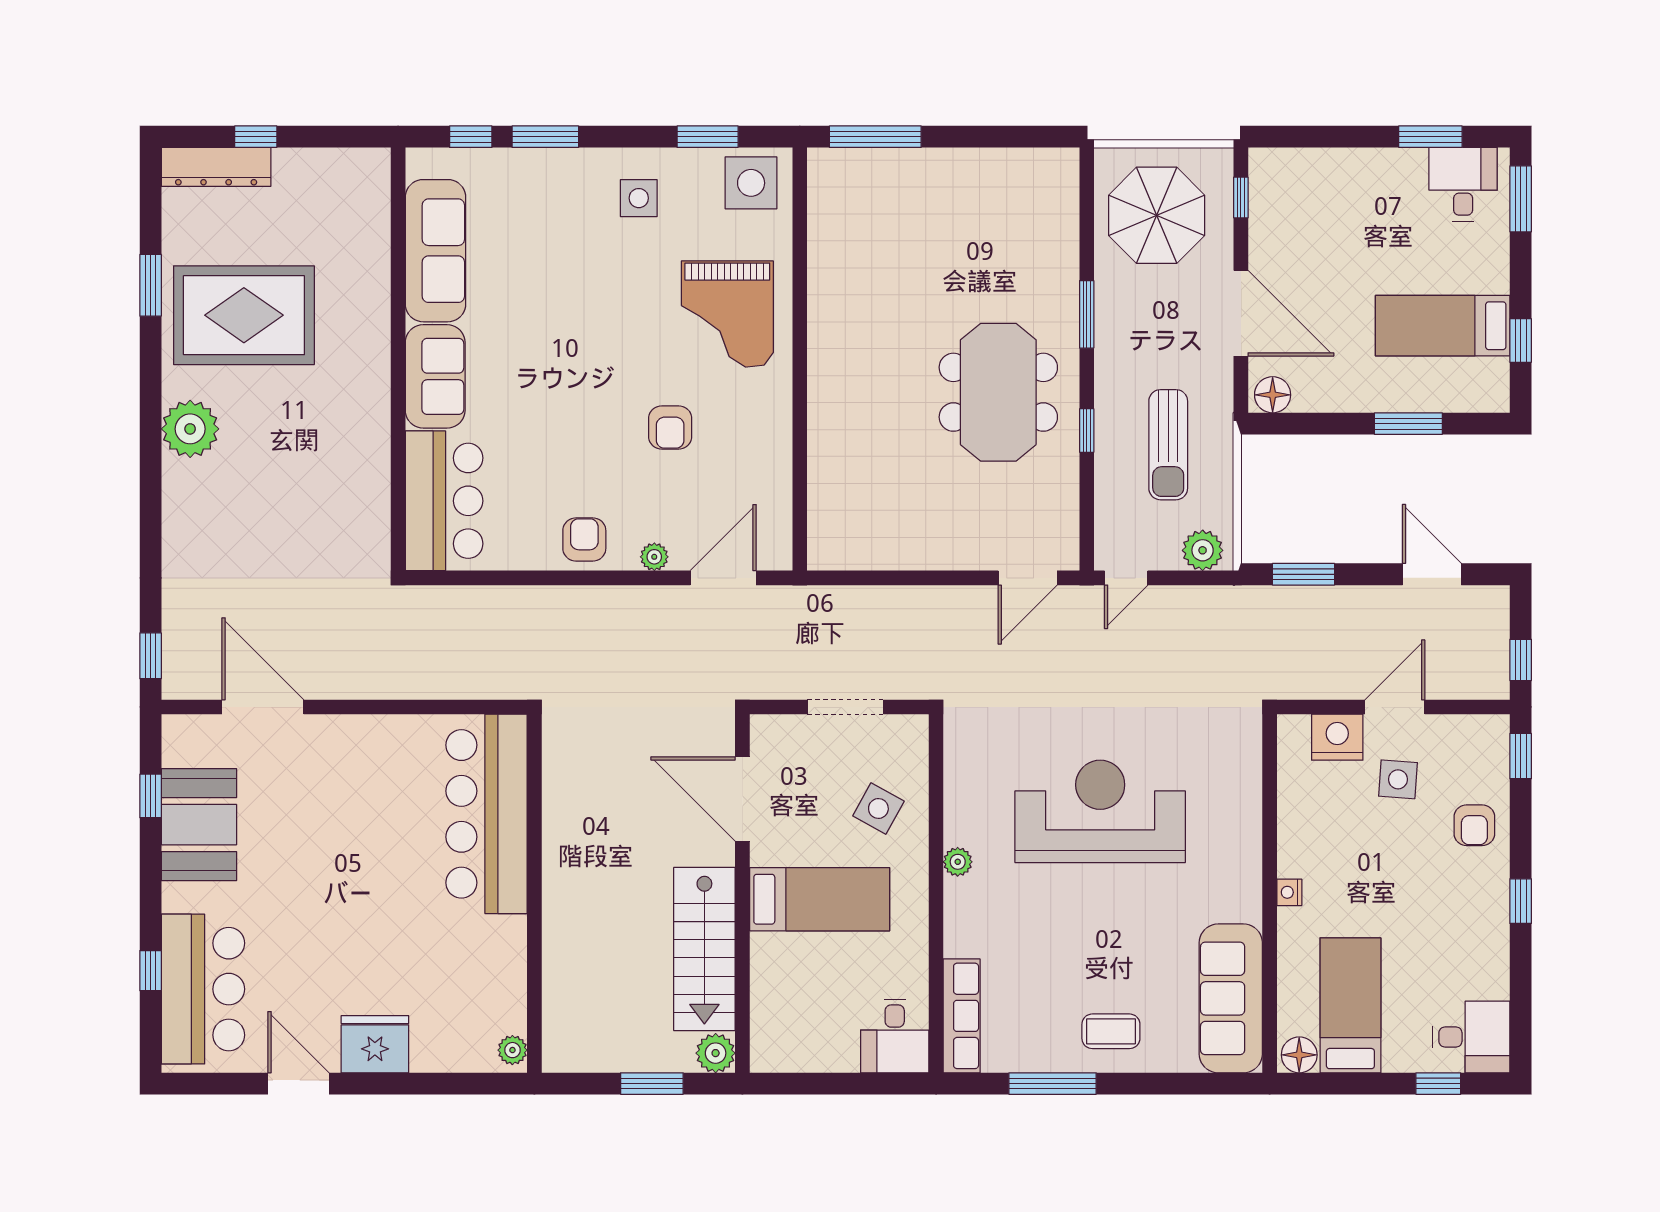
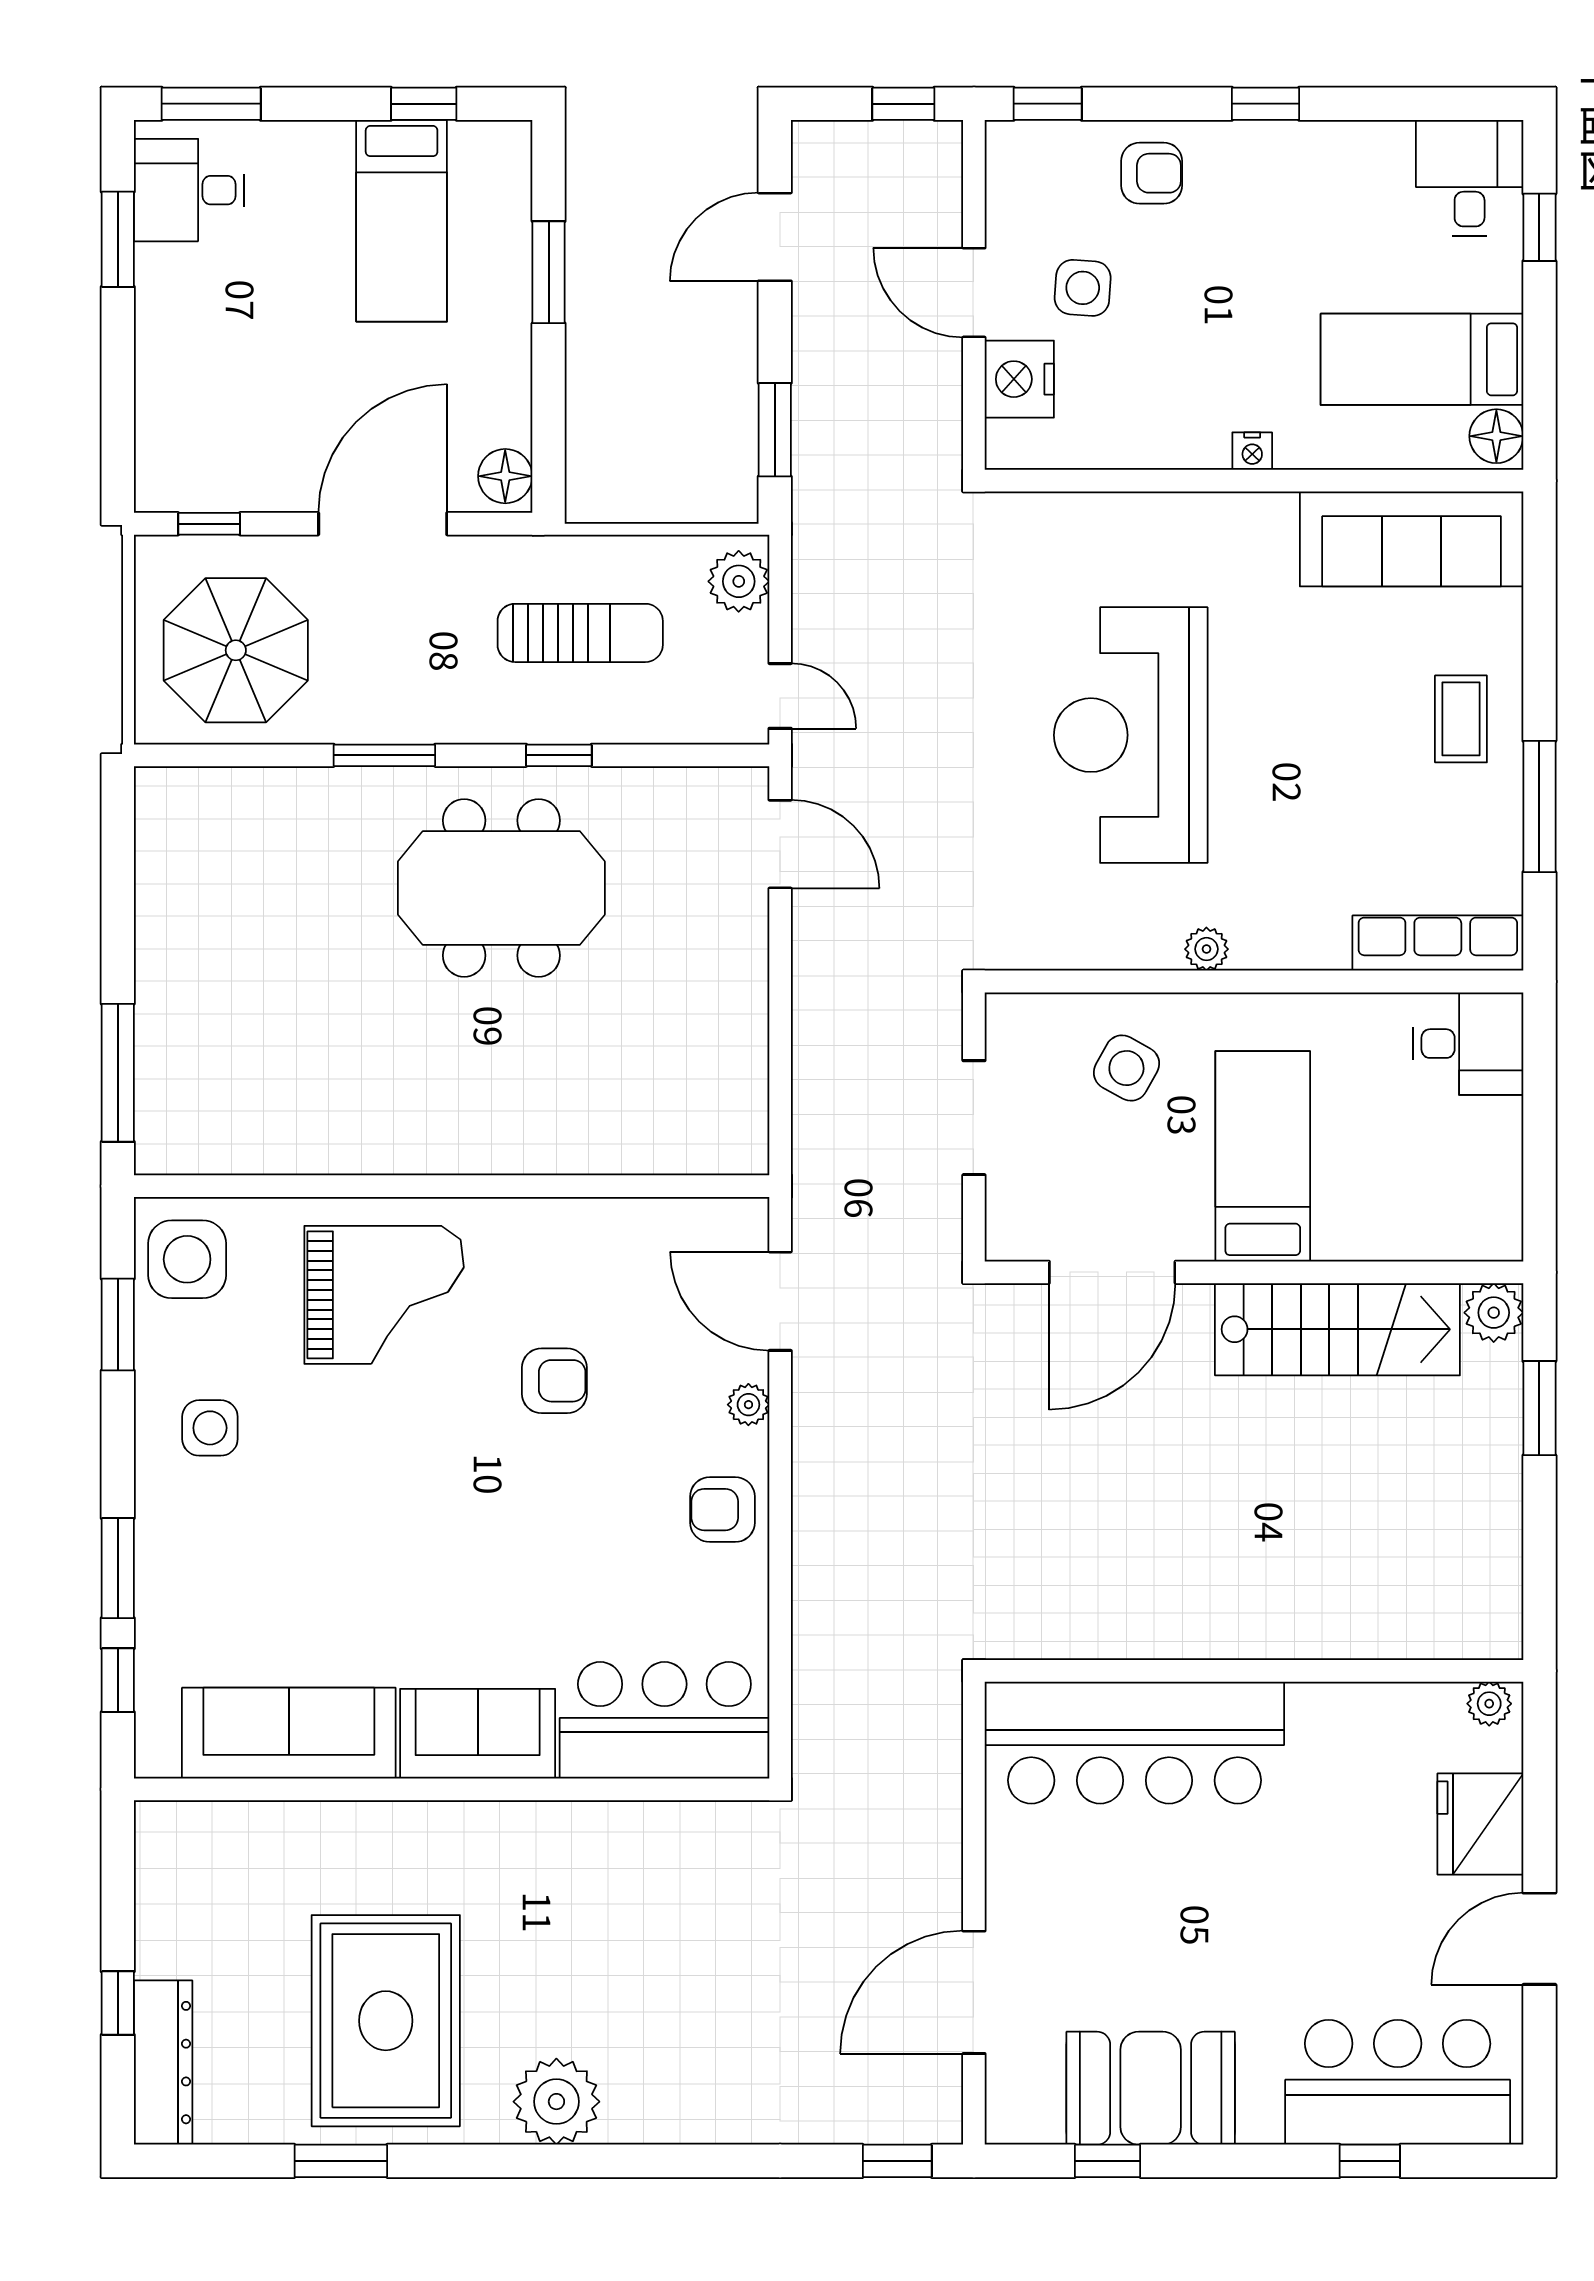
bar counter: (487, 814) -> (1134, 1743), moved
wall: (534, 893) -> (1254, 1671), moved
plant: (512, 1050) -> (1489, 1704), moved

